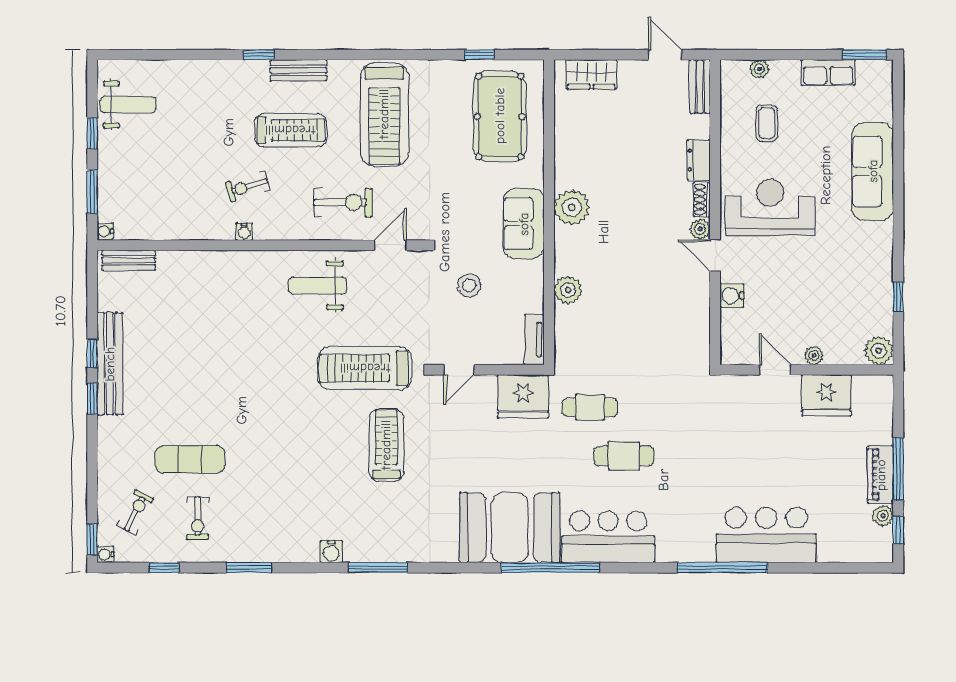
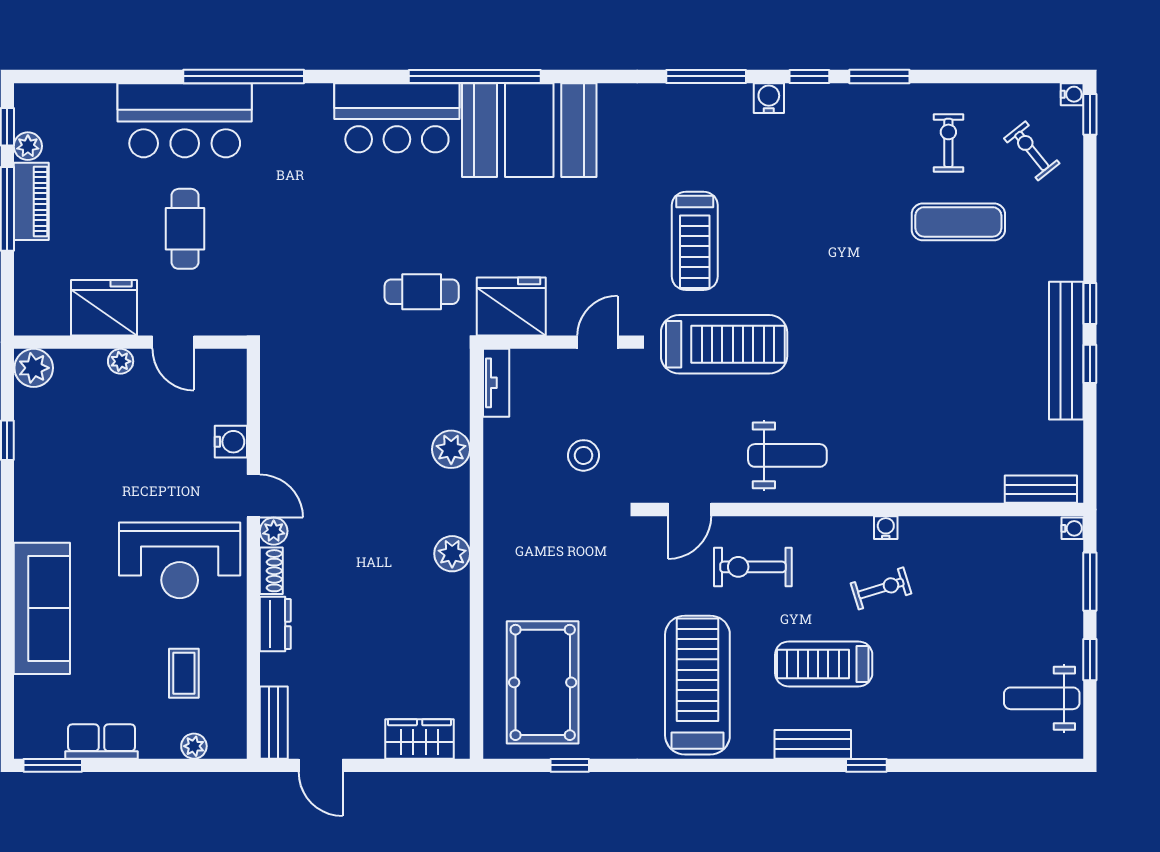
plant: (572, 207) -> (452, 554), width x0.73, depth x0.73
sofa: (524, 224) -> (510, 538), removed
cafe table: (624, 456) -> (185, 229), moved, turned 90
exercise bike: (135, 512) -> (1032, 151), turned 114
window: (164, 568) -> (809, 76), moved

